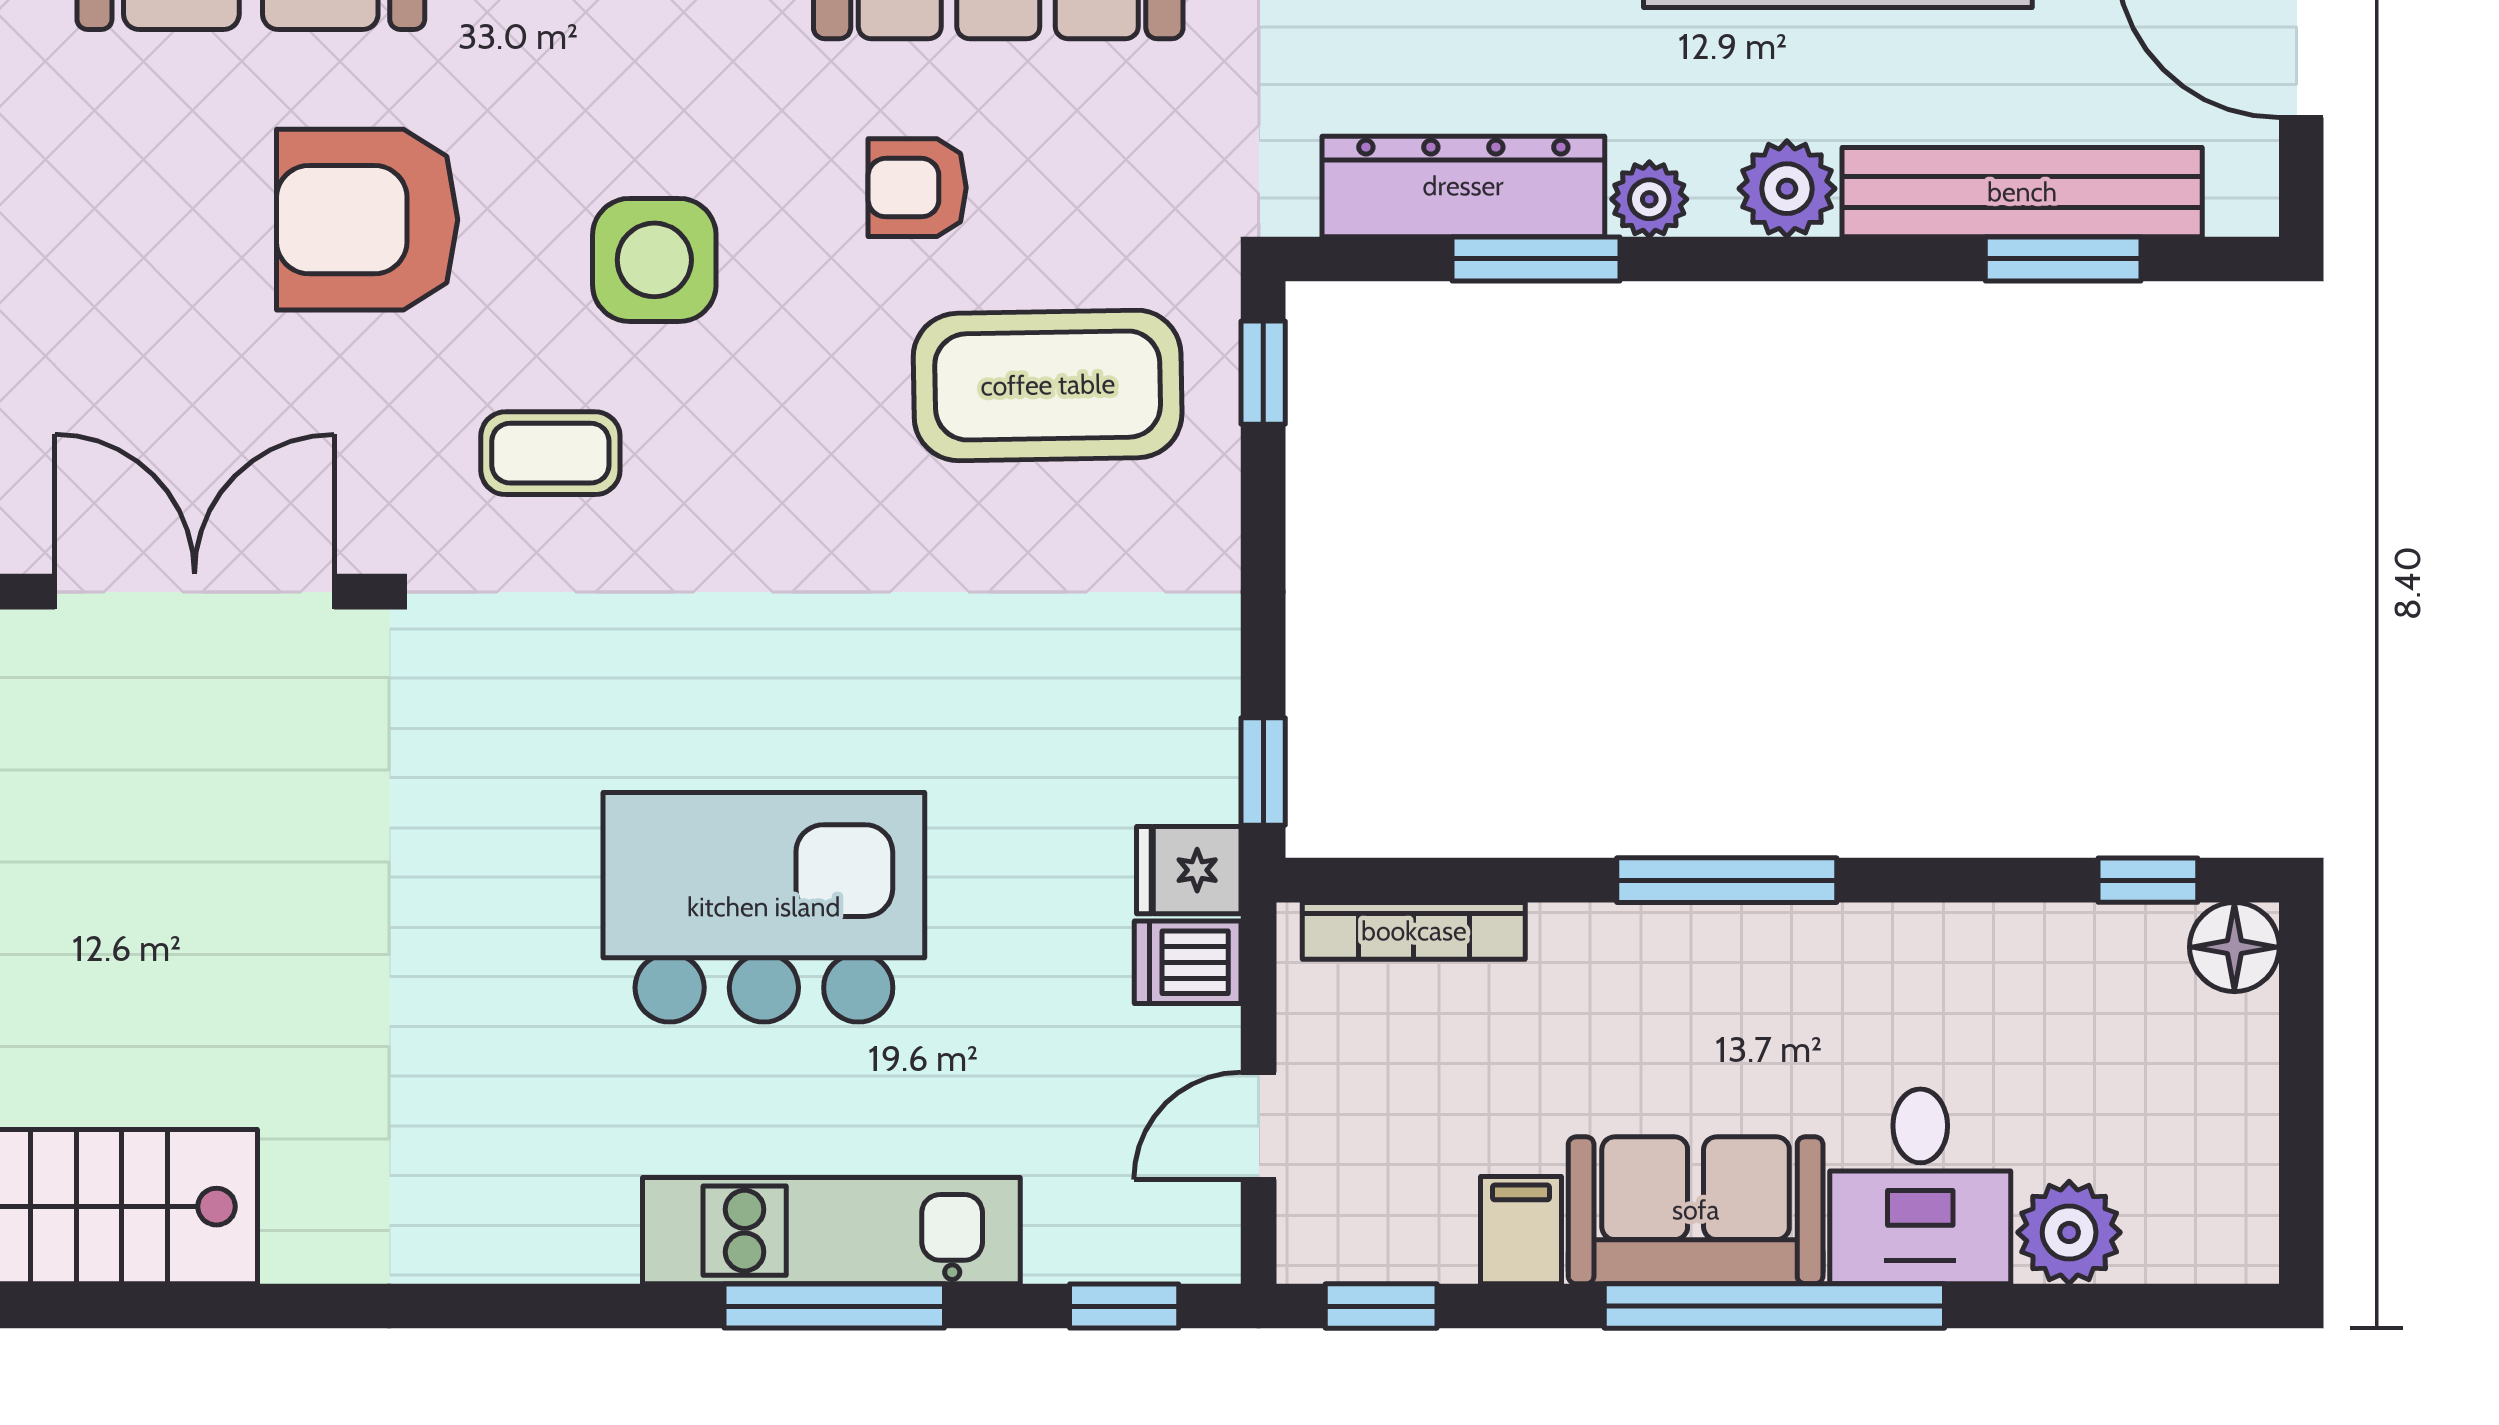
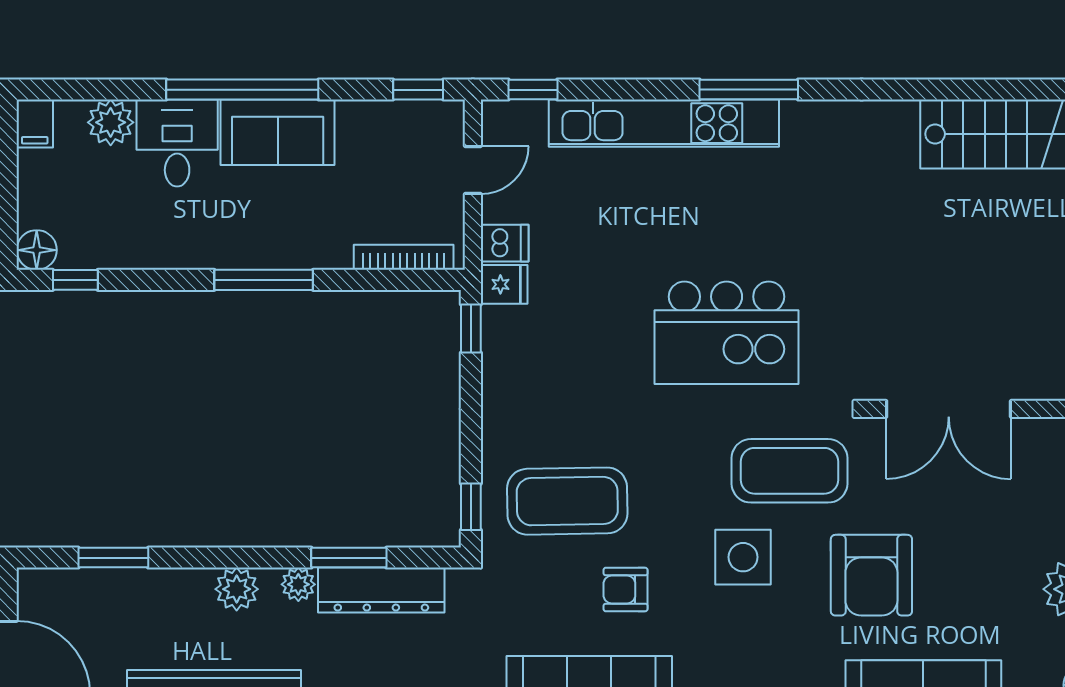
armchair: (917, 188) -> (626, 589), turned 180
bench: (2022, 192) -> (132, 588), removed
armchair: (367, 220) -> (871, 575), turned 90
coffee table: (550, 453) -> (789, 471), width x1.86, depth x1.72
kitchen island: (764, 907) -> (727, 333), moved
filing cabinet: (1521, 1230) -> (35, 123), moved
kitchen unit: (831, 1231) -> (664, 123), width x1.36
window: (834, 1306) -> (749, 90), moved

